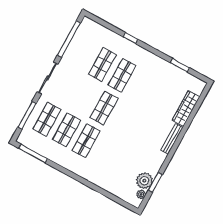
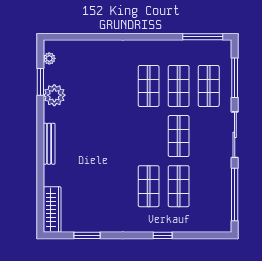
shop shelf: (104, 108) -> (179, 136), moved
wardrobe: (186, 108) -> (52, 210), moved
plant: (144, 181) -> (54, 95), moved

